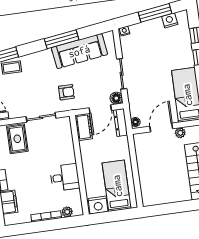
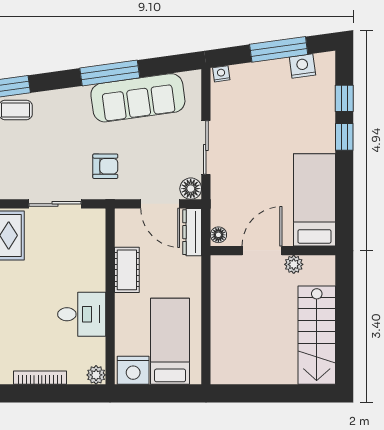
door: (100, 109) -> (160, 204), hinge flipped
cot: (84, 127) -> (127, 270), moved
plant: (67, 212) -> (96, 375), moved

